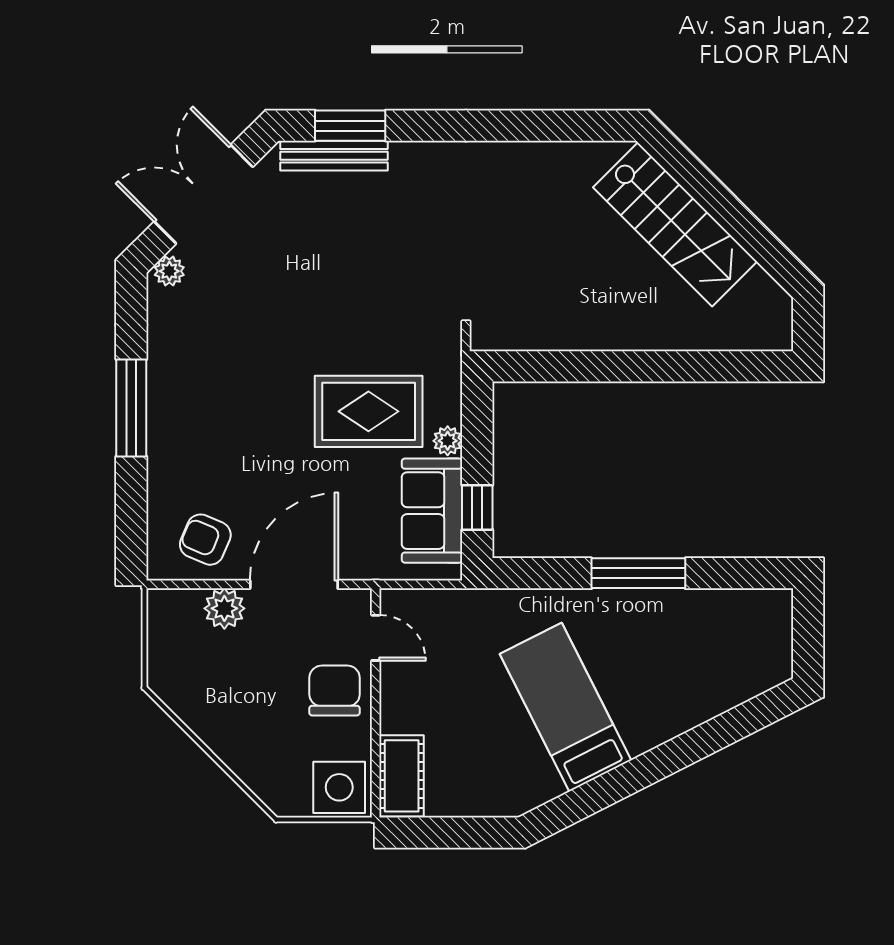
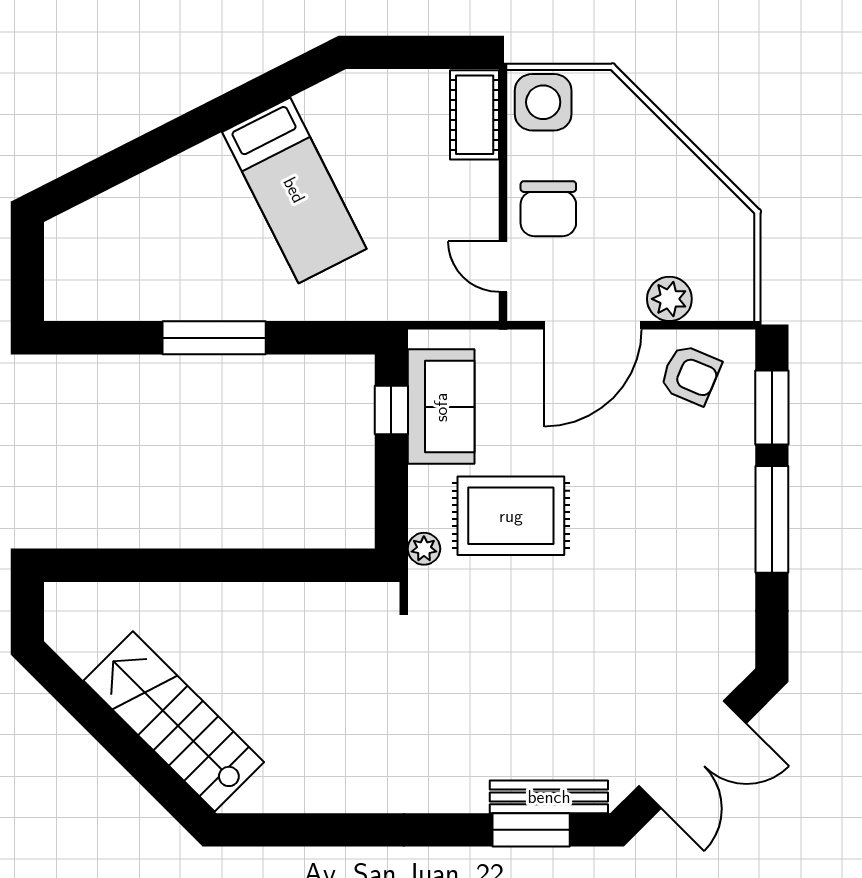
plant: (169, 271) -> (730, 670), removed
plant: (448, 441) -> (424, 549), moved
window: (131, 510) -> (772, 408), added

